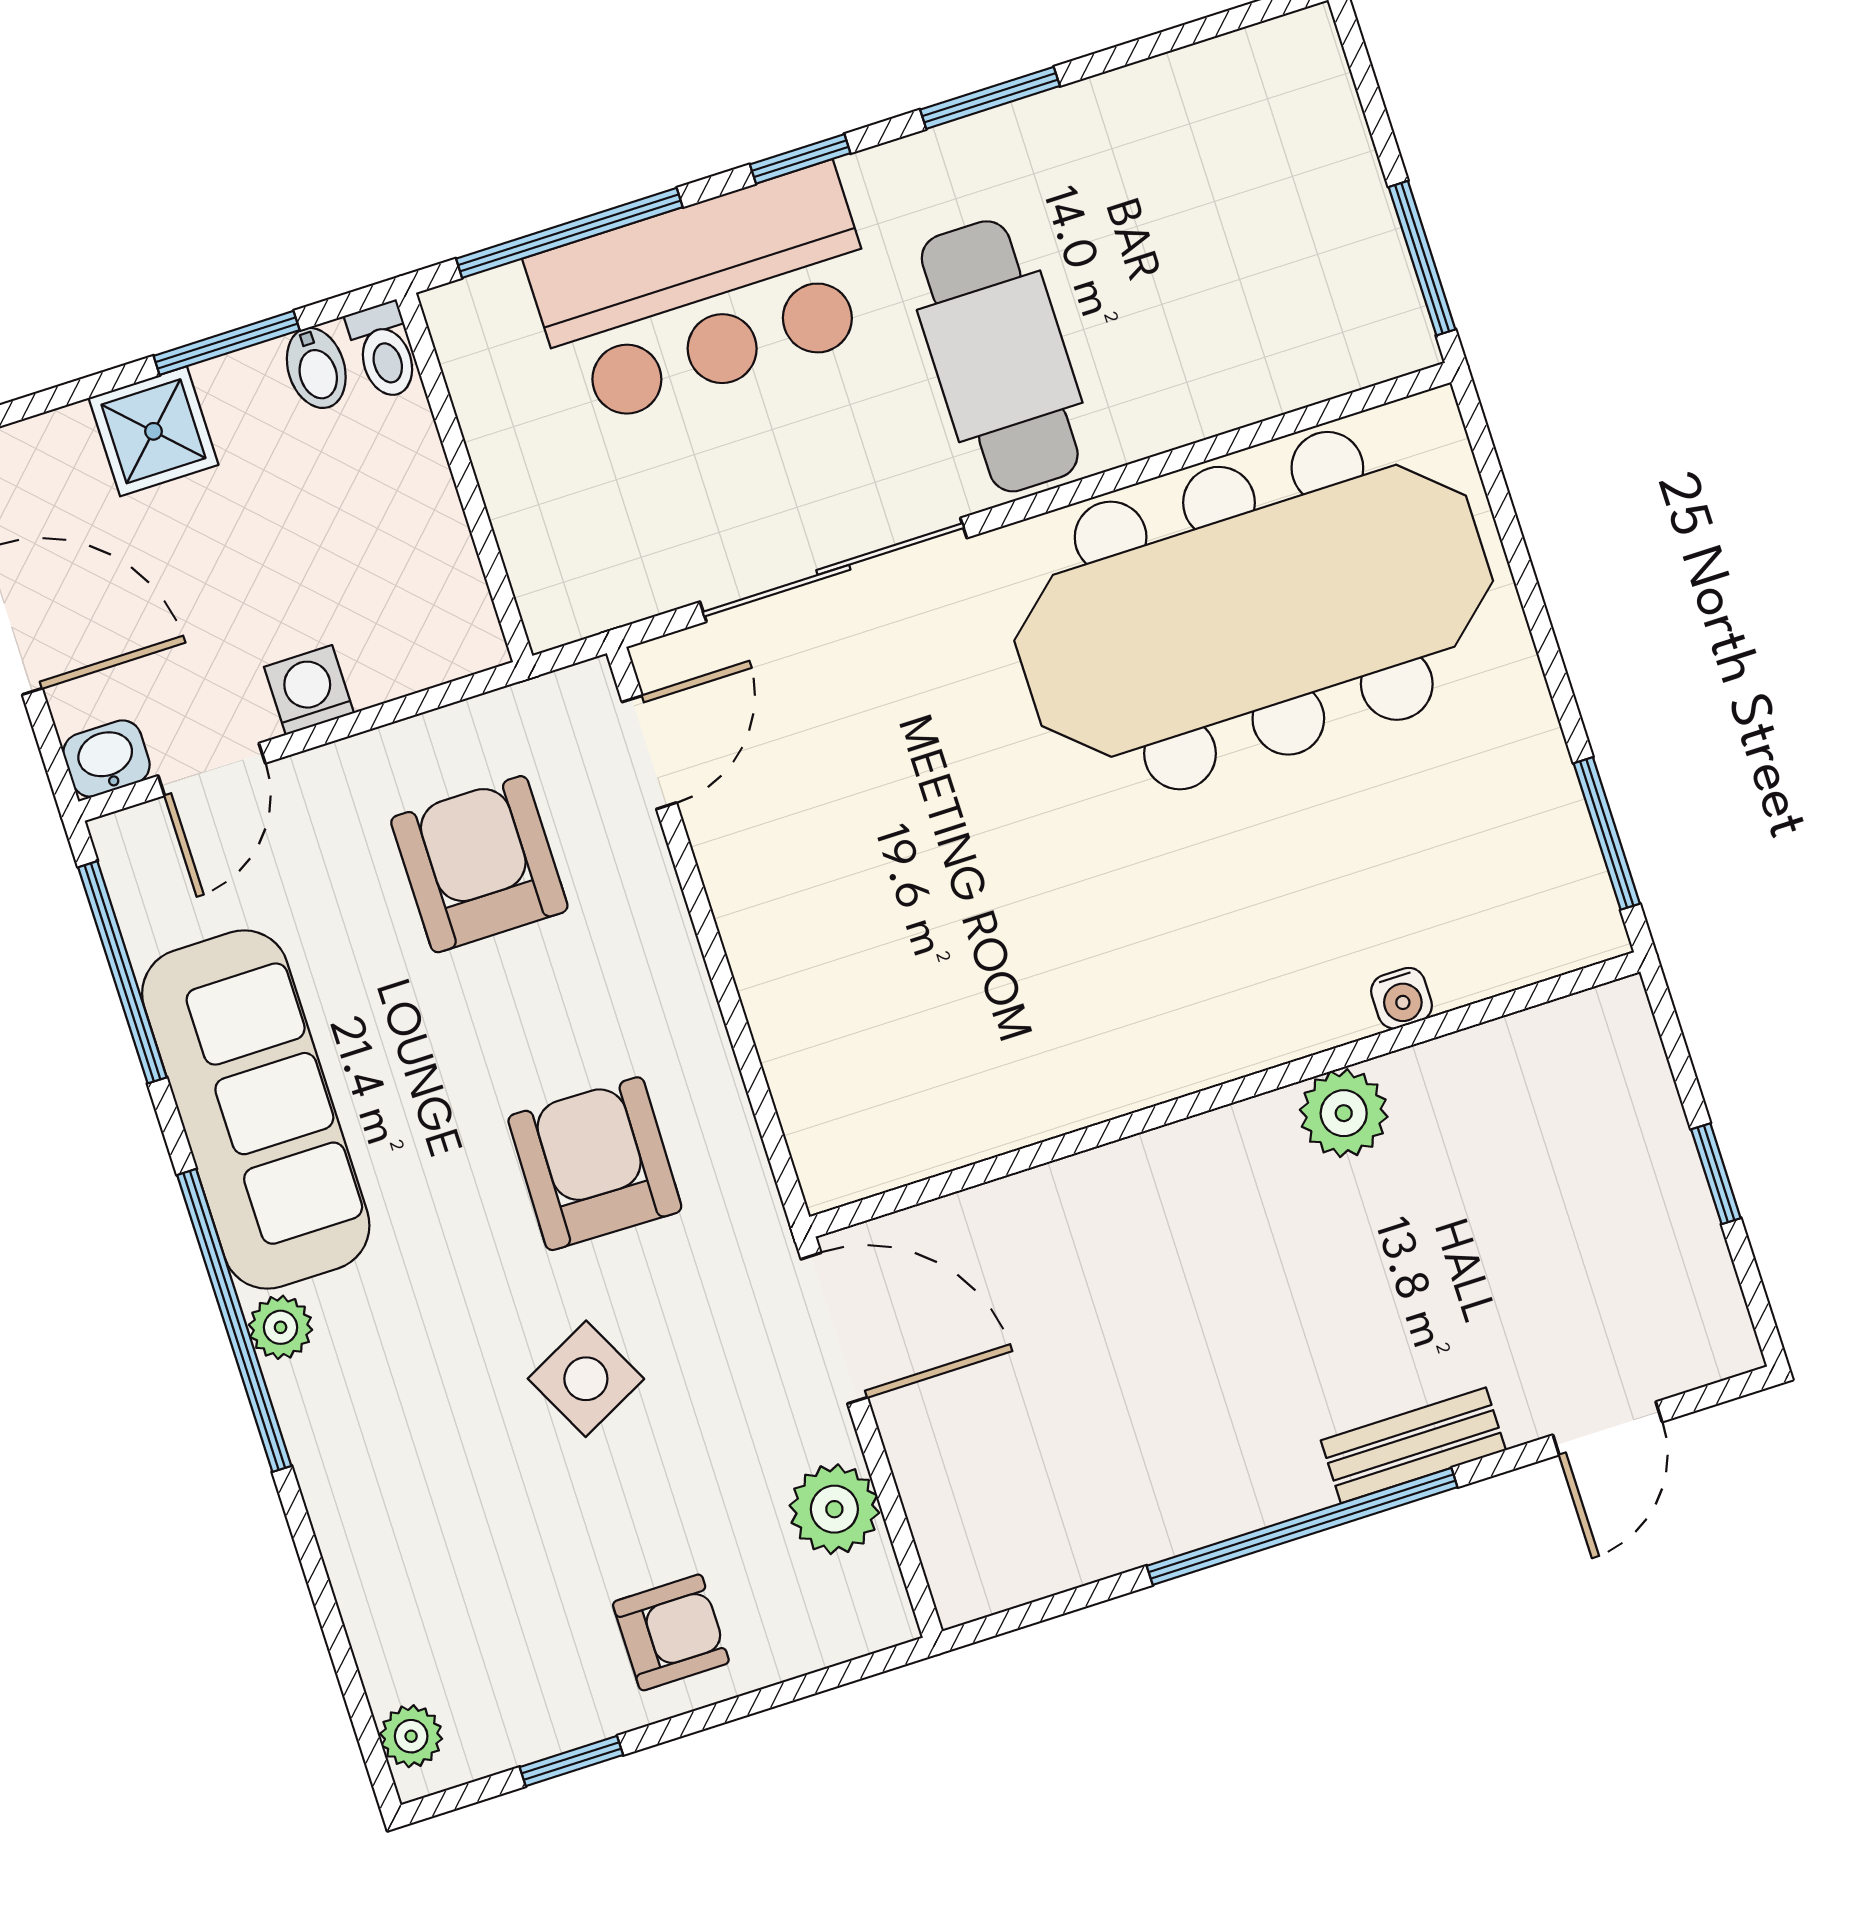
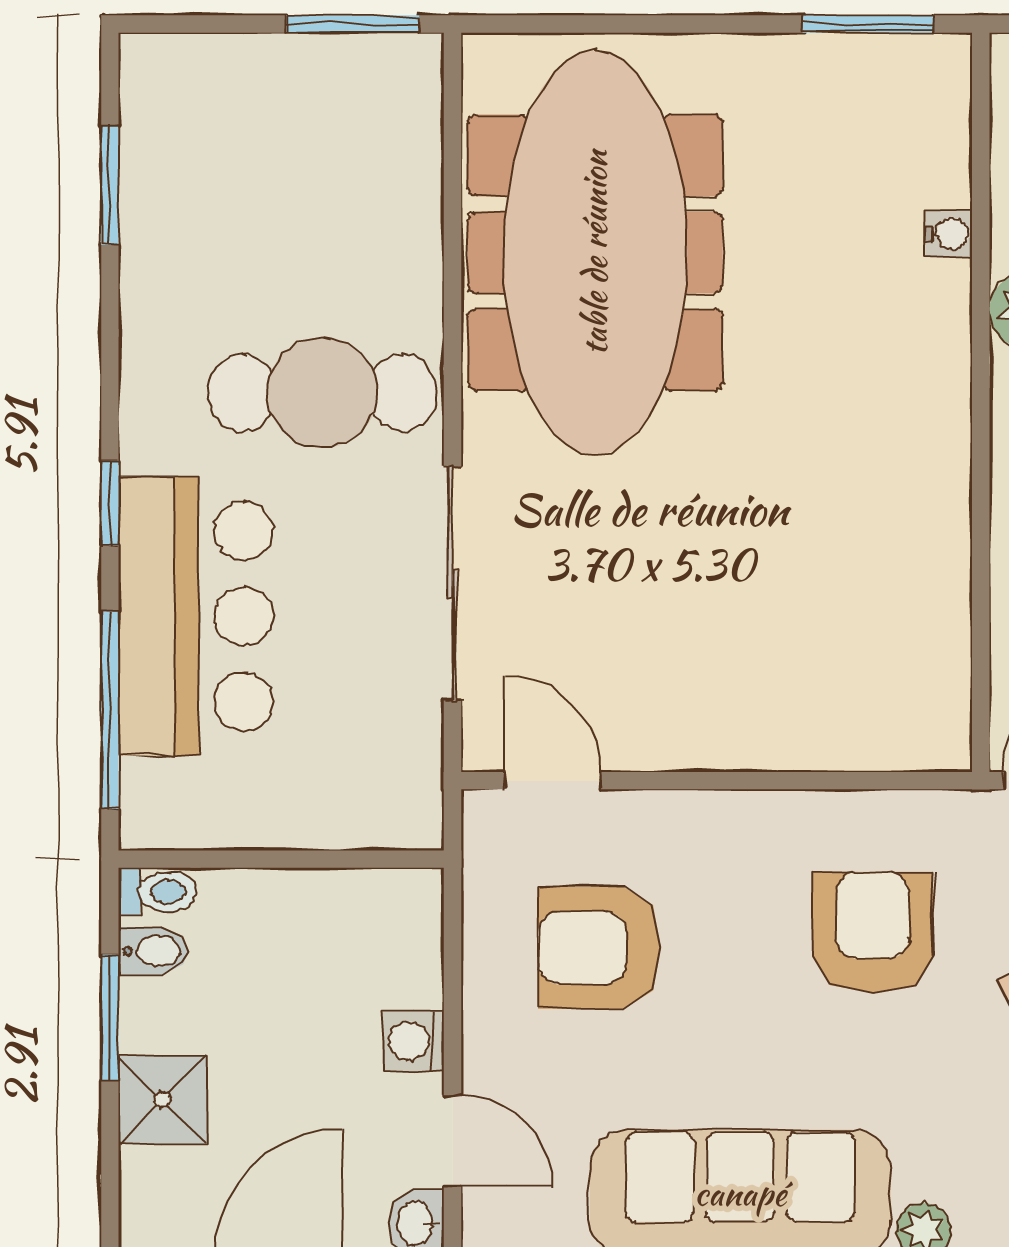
window: (990, 98) -> (110, 185), moved
armchair: (595, 1164) -> (873, 932), turned 89

